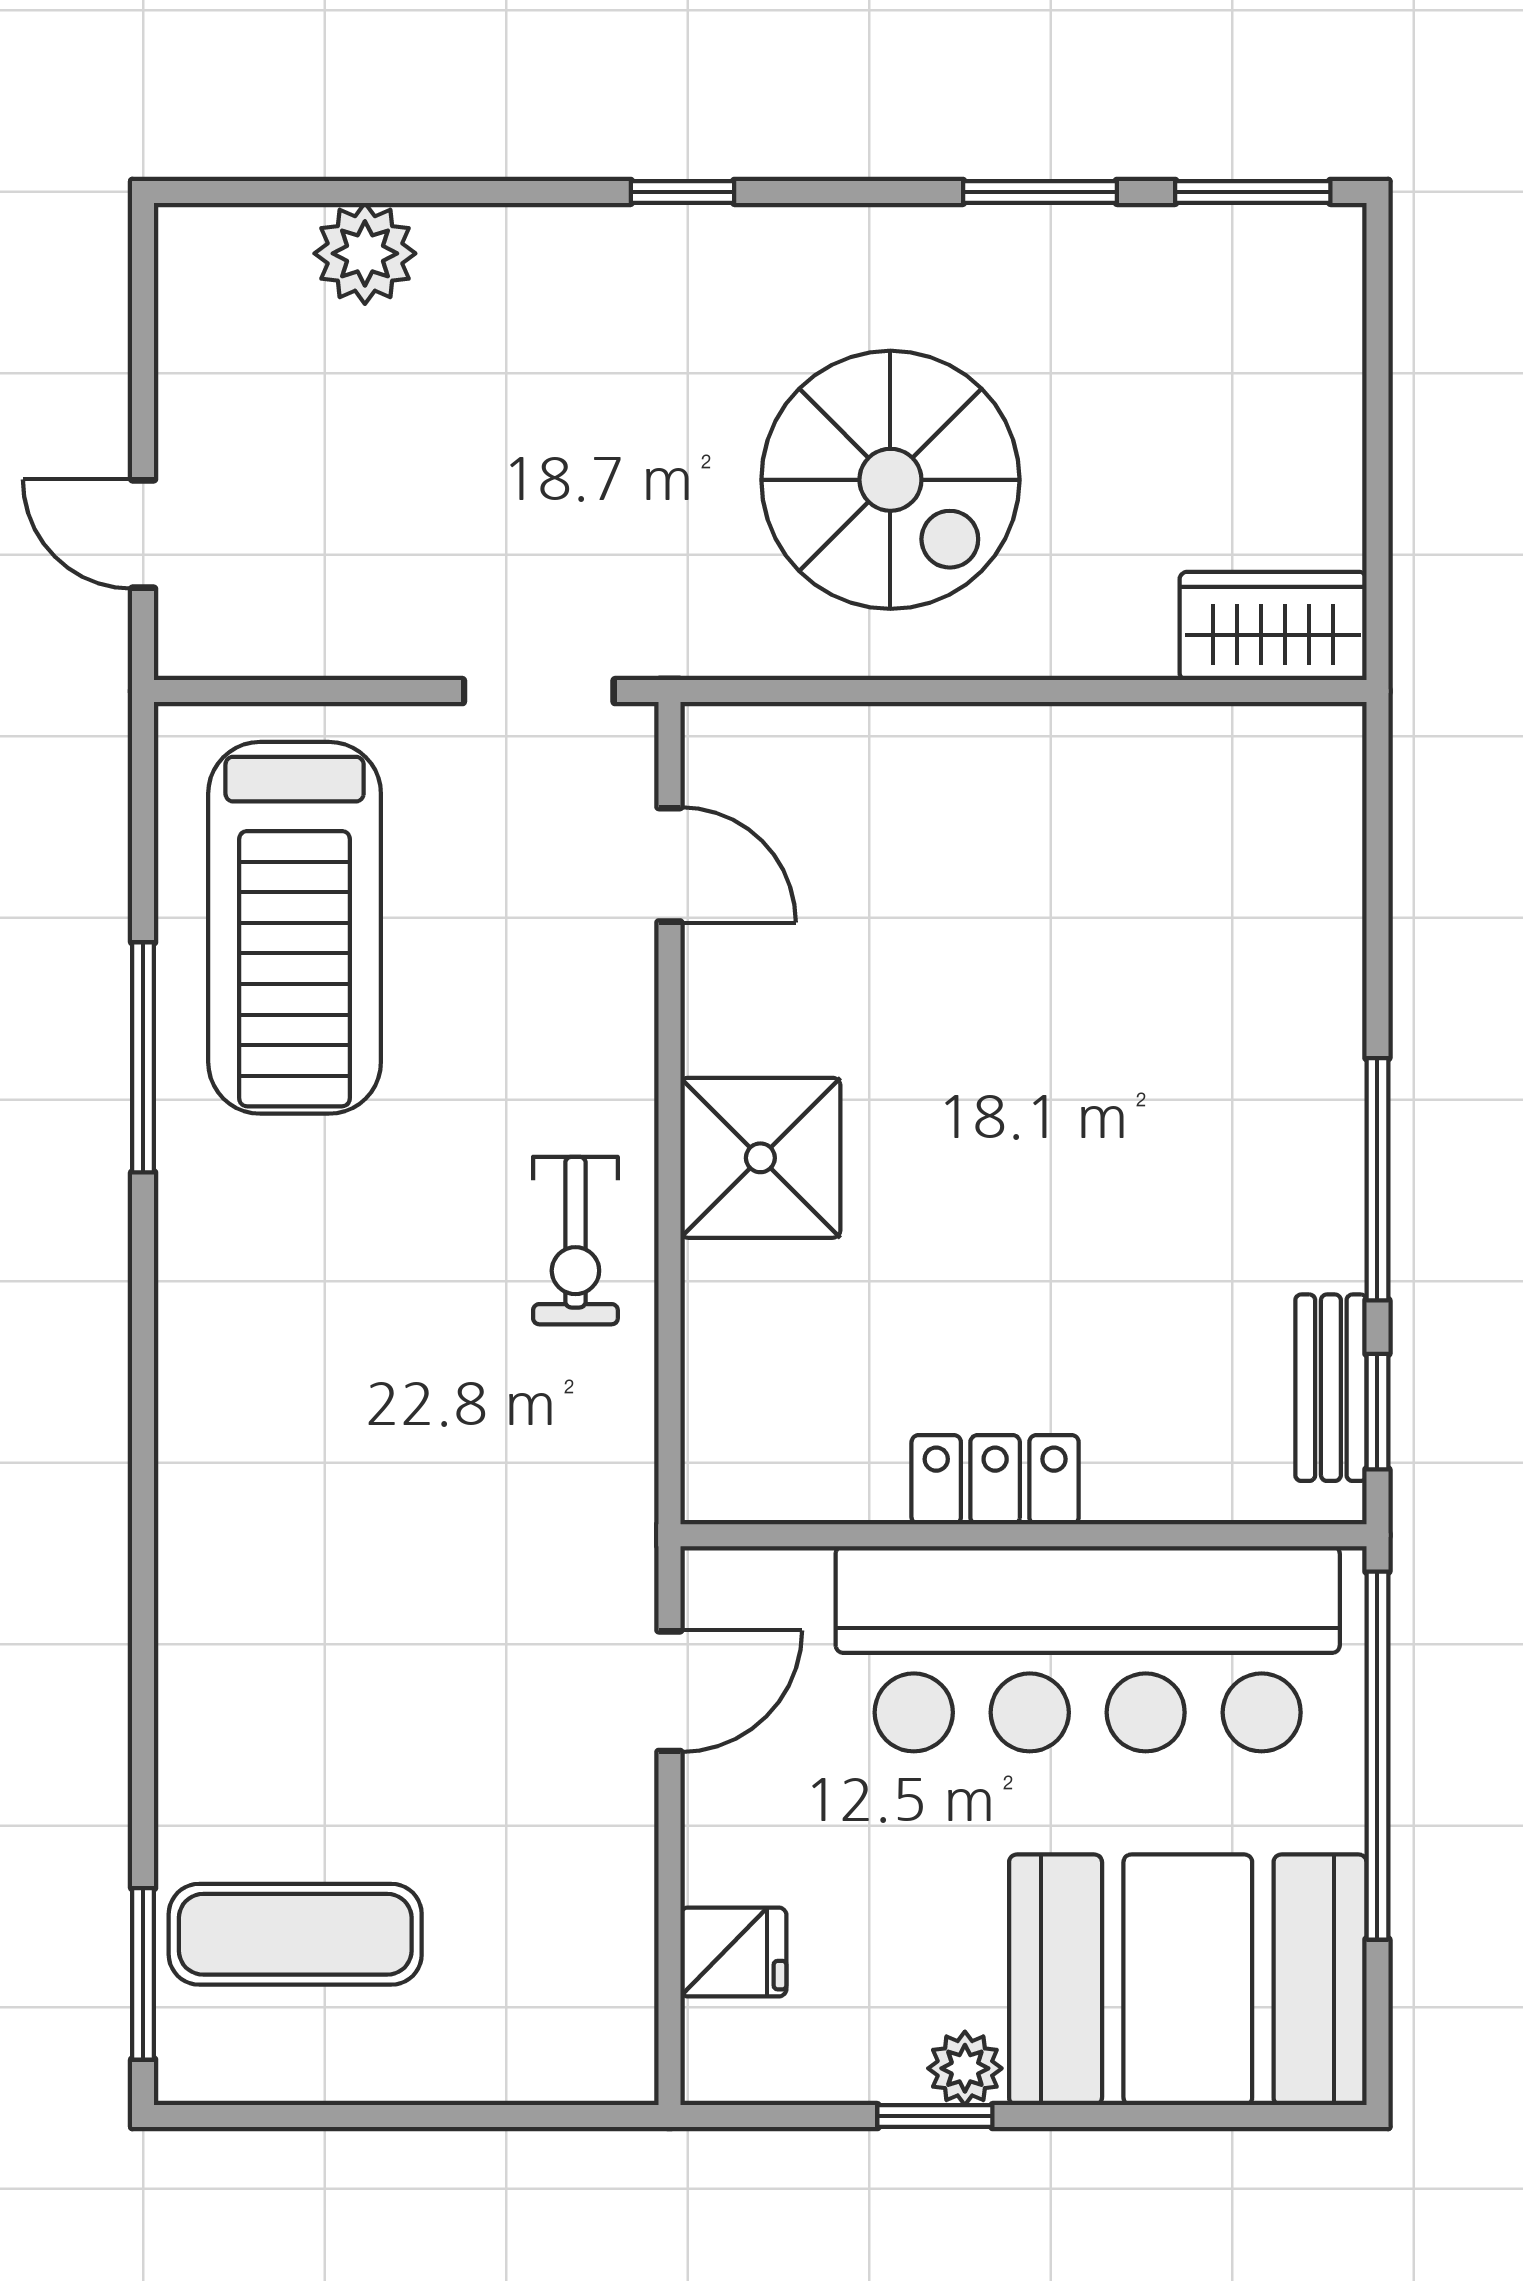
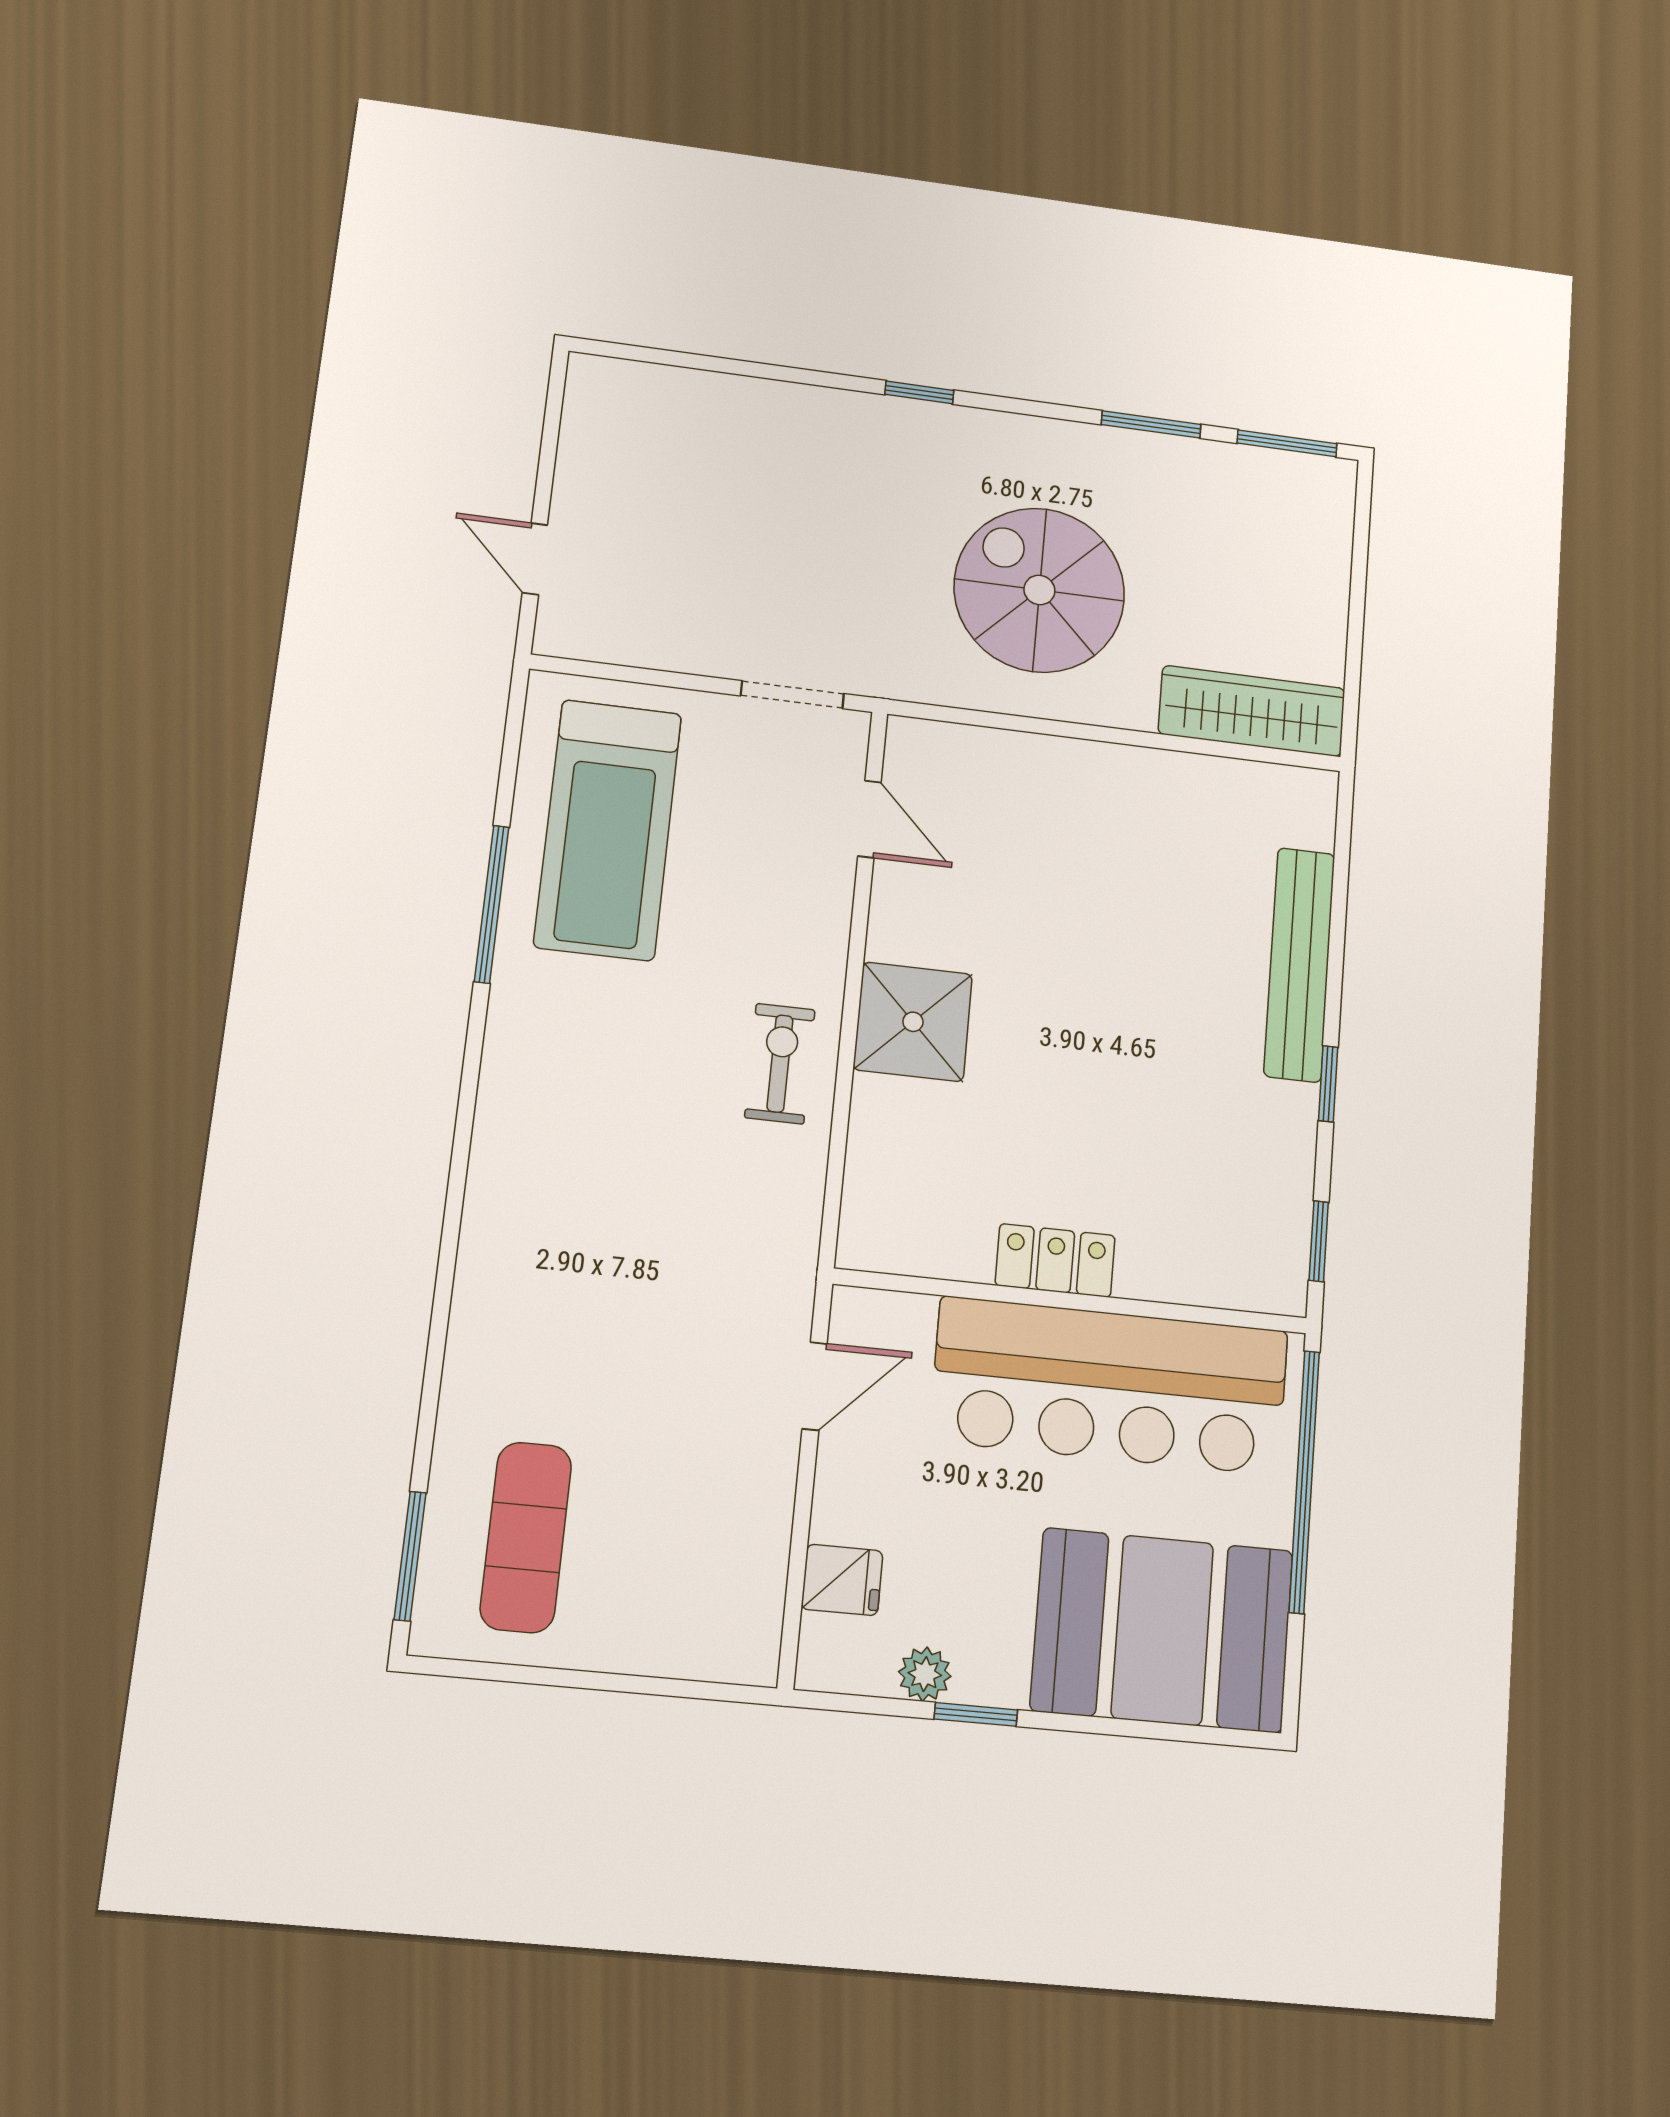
plant: (365, 253) -> (706, 402), removed
spiral stairs: (890, 480) -> (1039, 590), turned 180
wardrobe: (1273, 626) -> (1252, 711), width x1.50
window: (1377, 1179) -> (1328, 1084), width x0.46
exercise bike: (575, 1241) -> (780, 1064), turned 180
bench: (1331, 1388) -> (1299, 964), moved, width x1.86, depth x1.21
exercise mat: (295, 1934) -> (526, 1537), turned 90
plant: (965, 2068) -> (925, 1674), moved

